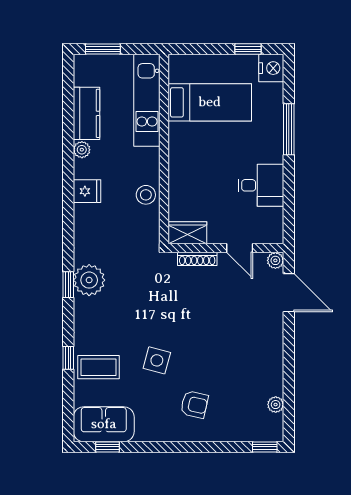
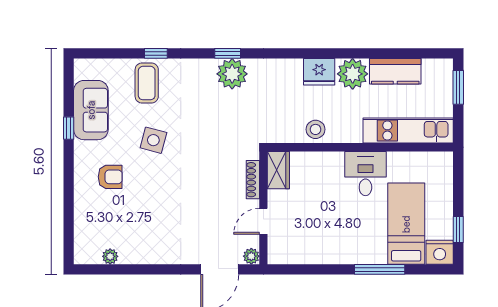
bed: (210, 102) -> (406, 224), moved, turned 180
plant: (82, 150) -> (353, 74), width x1.88, depth x1.88
desk: (261, 185) -> (365, 174), moved, turned 180
fridge: (87, 191) -> (319, 72), width x1.38
armchair: (194, 404) -> (110, 177), turned -103
sofa: (104, 424) -> (91, 110), moved
window: (107, 447) -> (69, 128), moved
window: (265, 447) -> (69, 246), removed

